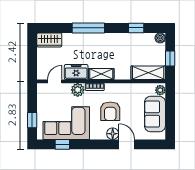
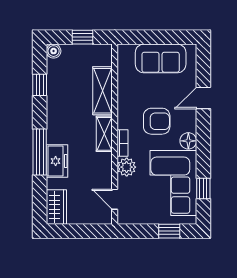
freezer: (76, 72) -> (57, 161), moved, turned 180
shelving: (148, 73) -> (103, 91), moved
plant: (160, 90) -> (127, 51), removed
floor lamp: (113, 134) -> (188, 141), moved

